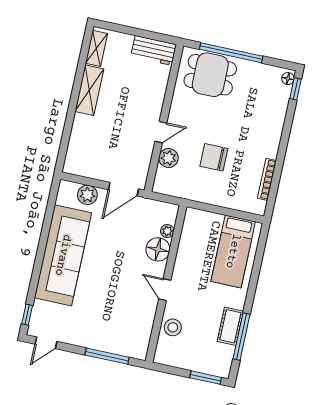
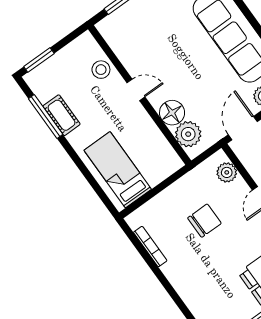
plant: (169, 158) -> (227, 172), moved
plant: (167, 231) -> (188, 134), width x1.87, depth x1.87

